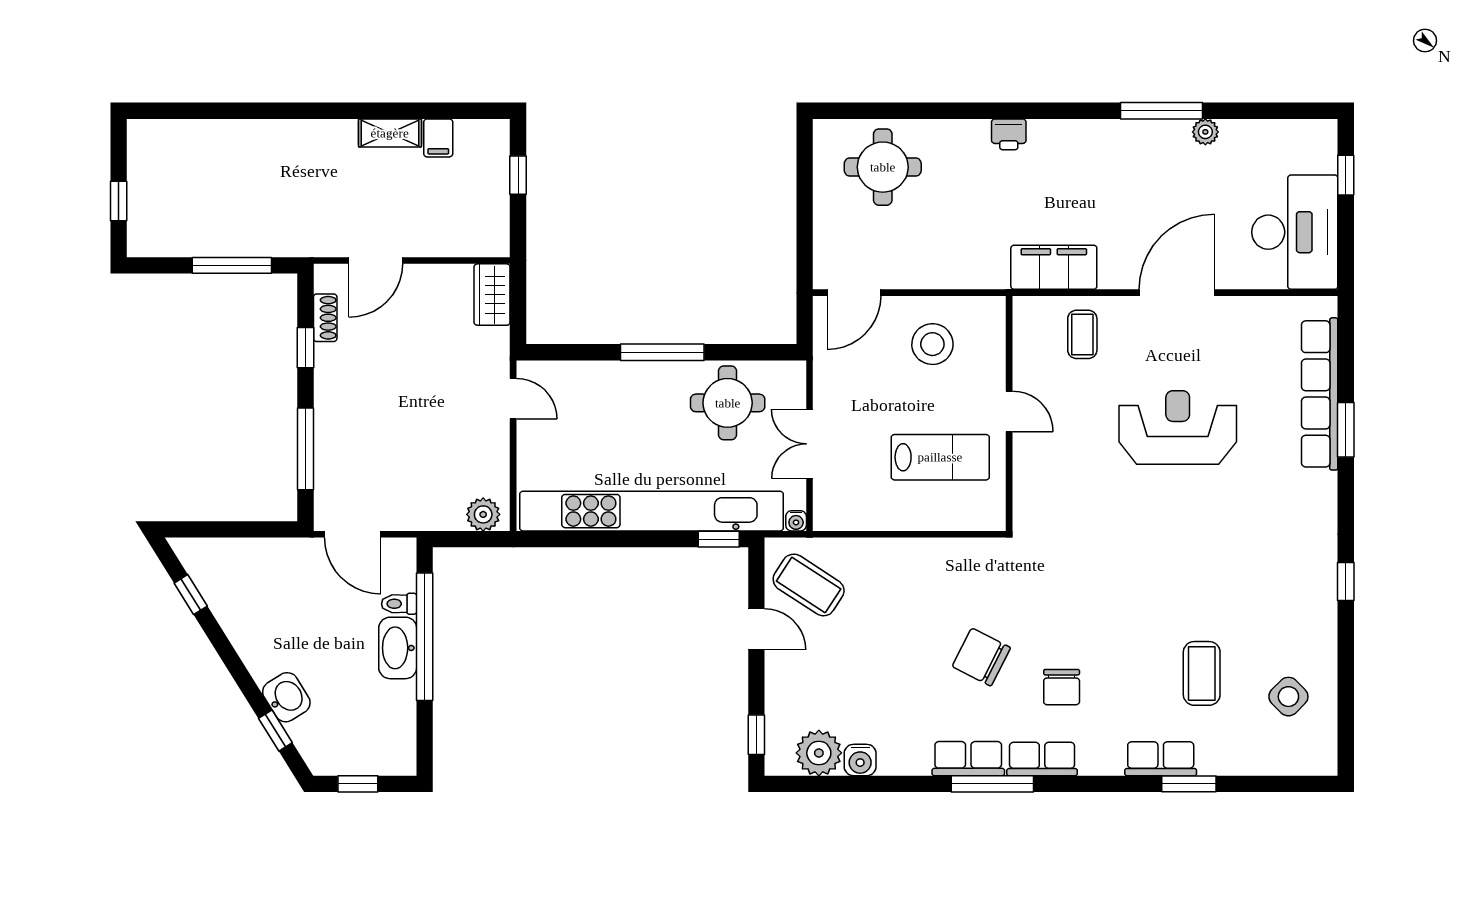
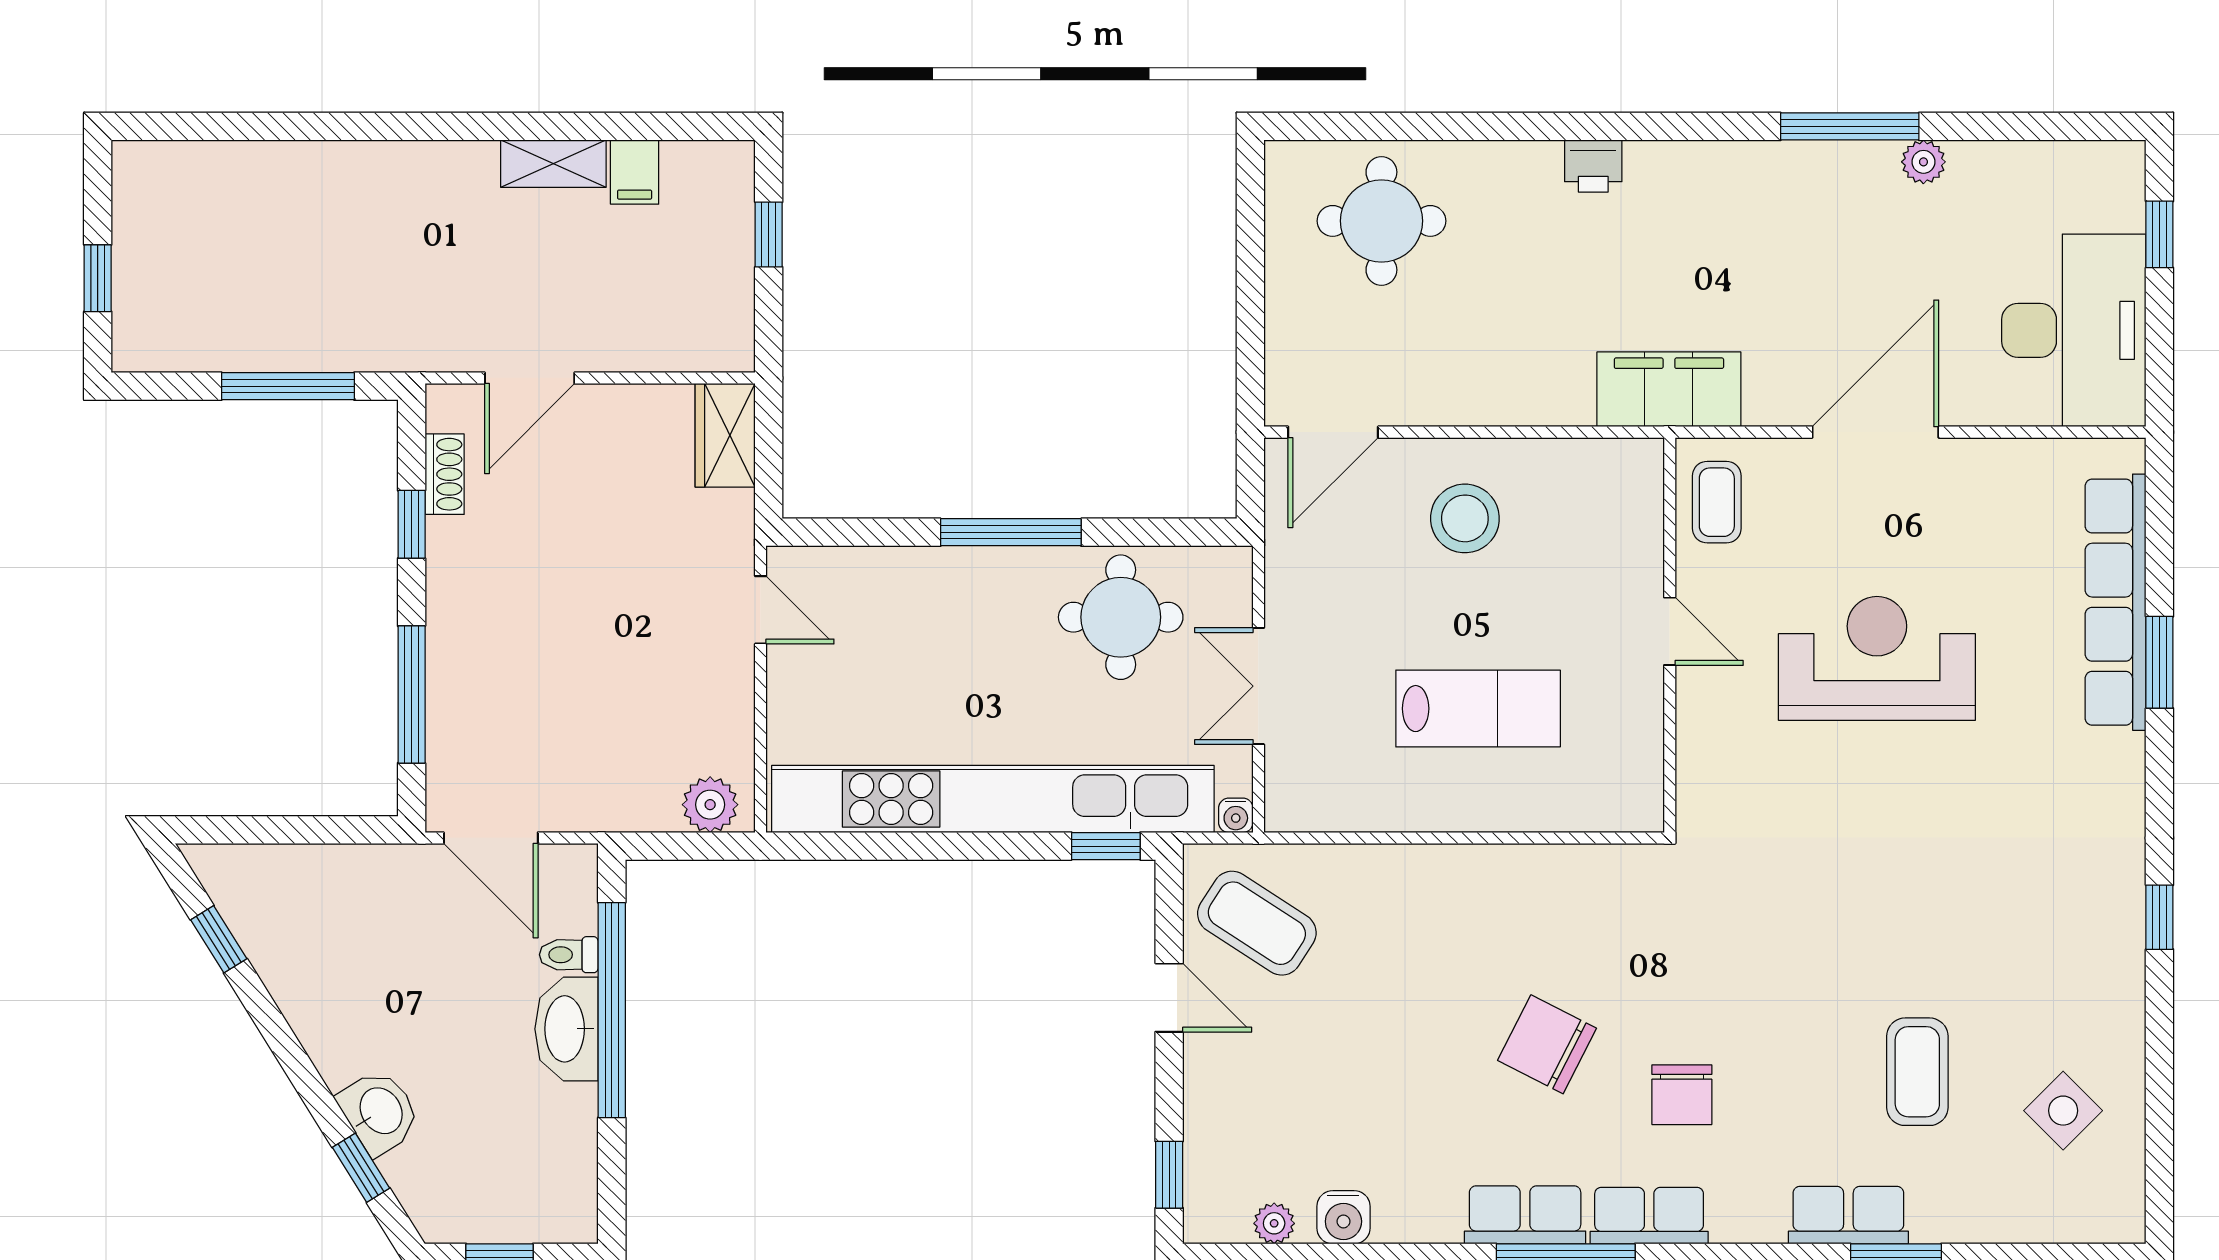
door: (1009, 411) -> (1670, 631), moved
wall: (1009, 413) -> (1670, 635), moved
plant: (819, 753) -> (1274, 1223), width x0.53, depth x0.53

